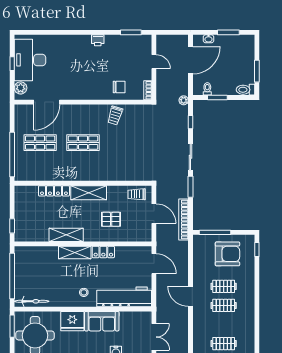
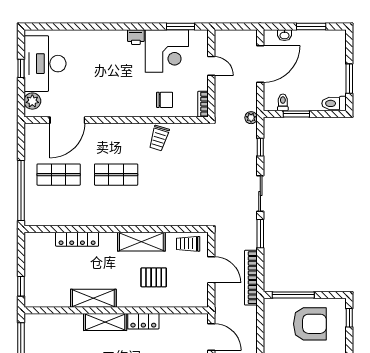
corner desk: (121, 51) -> (167, 51), added
shelving: (89, 193) -> (141, 242), moved

